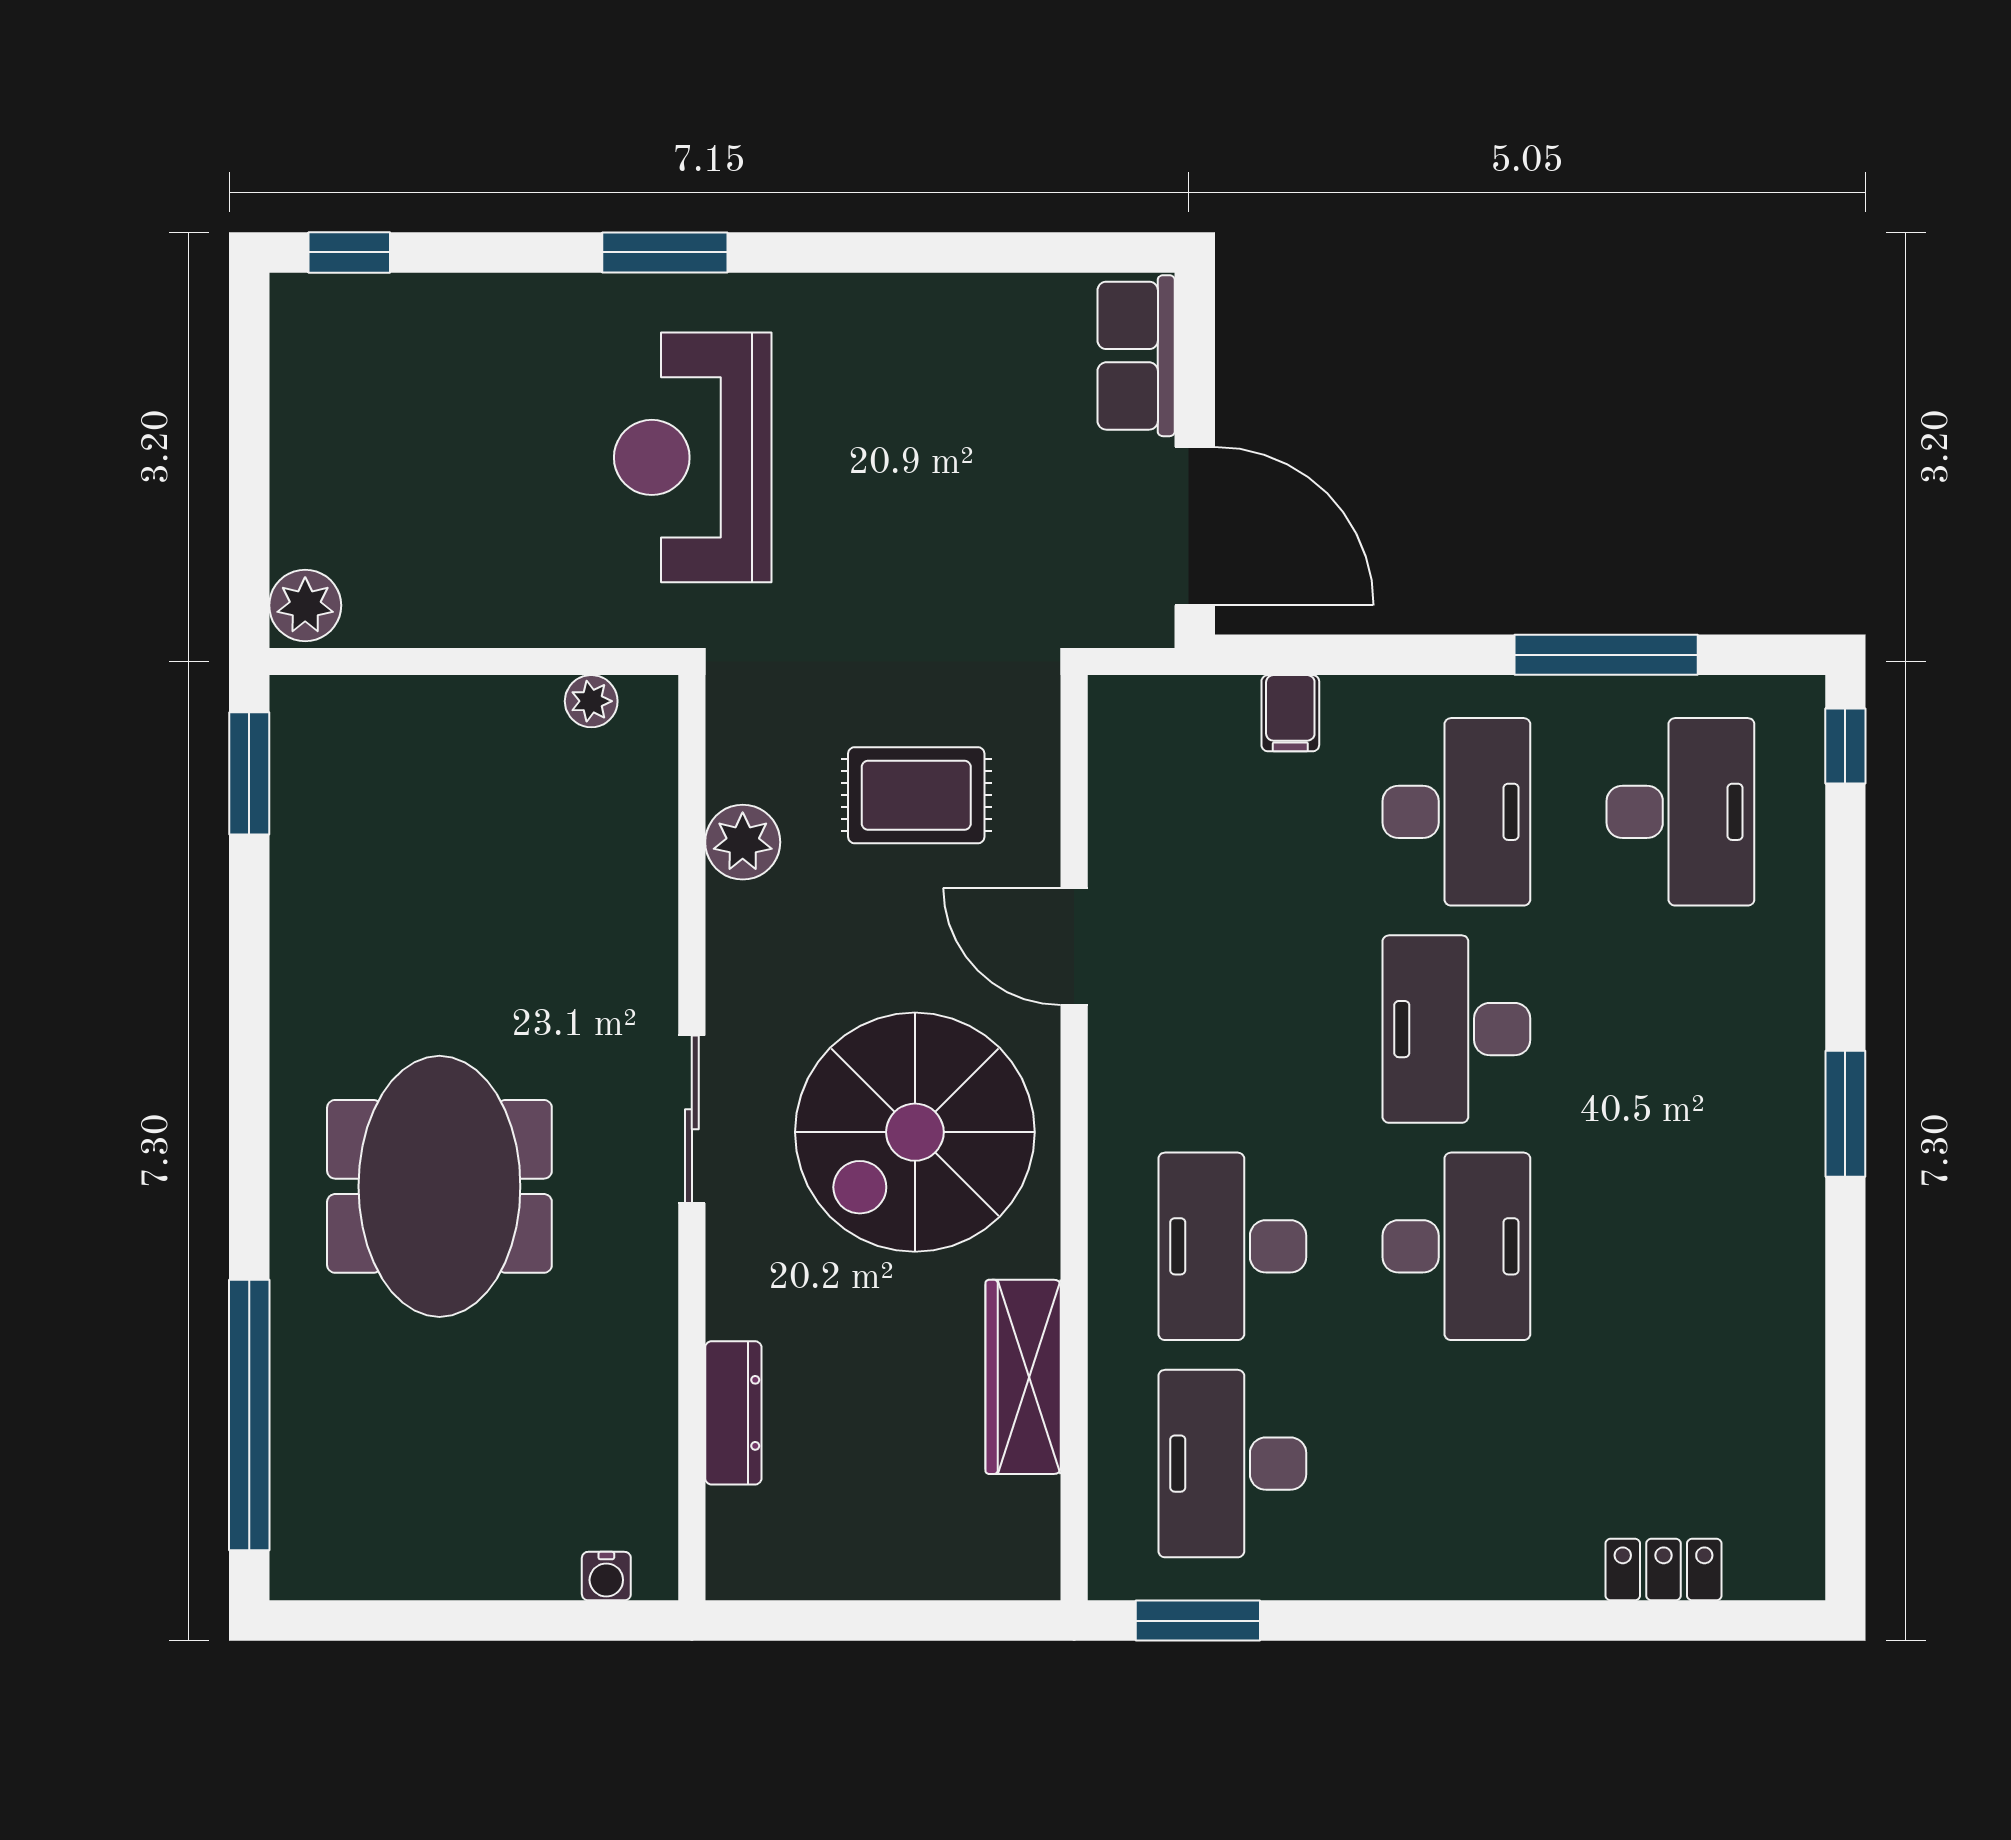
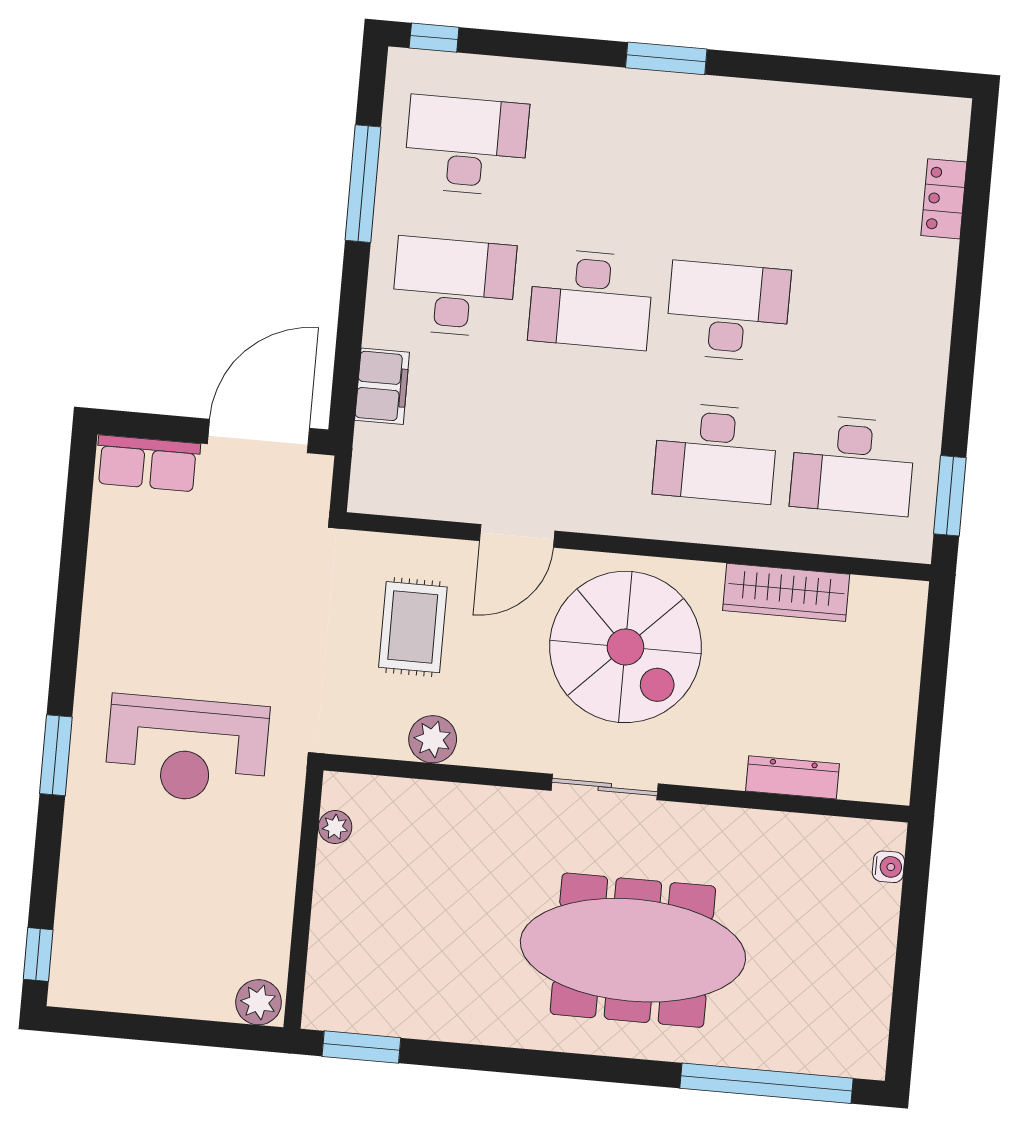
filing cabinet: (1290, 713) -> (382, 386), width x2.00
meeting table: (439, 1186) -> (633, 950), width x1.36

